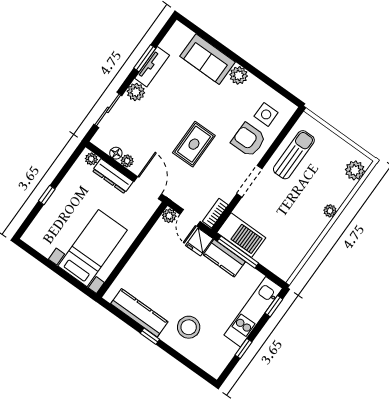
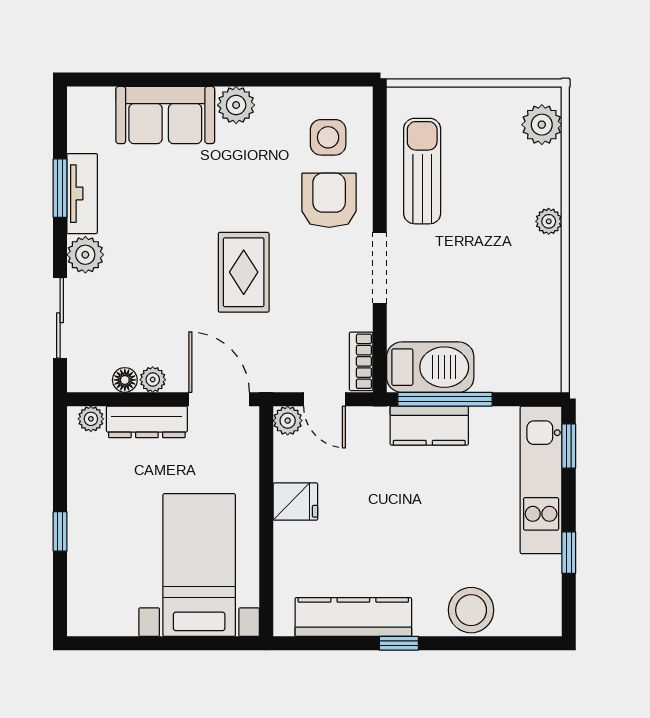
armchair: (249, 140) -> (329, 200), turned 90
fridge: (199, 242) -> (295, 502), moved, turned -90
stool: (189, 327) -> (471, 610), moved

